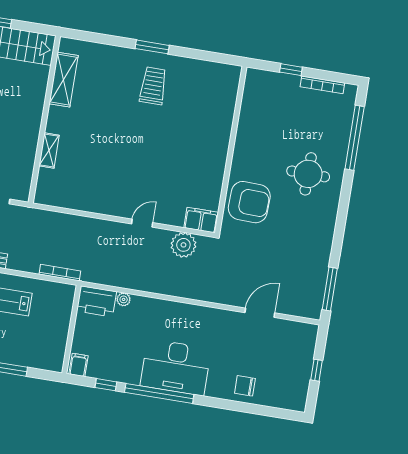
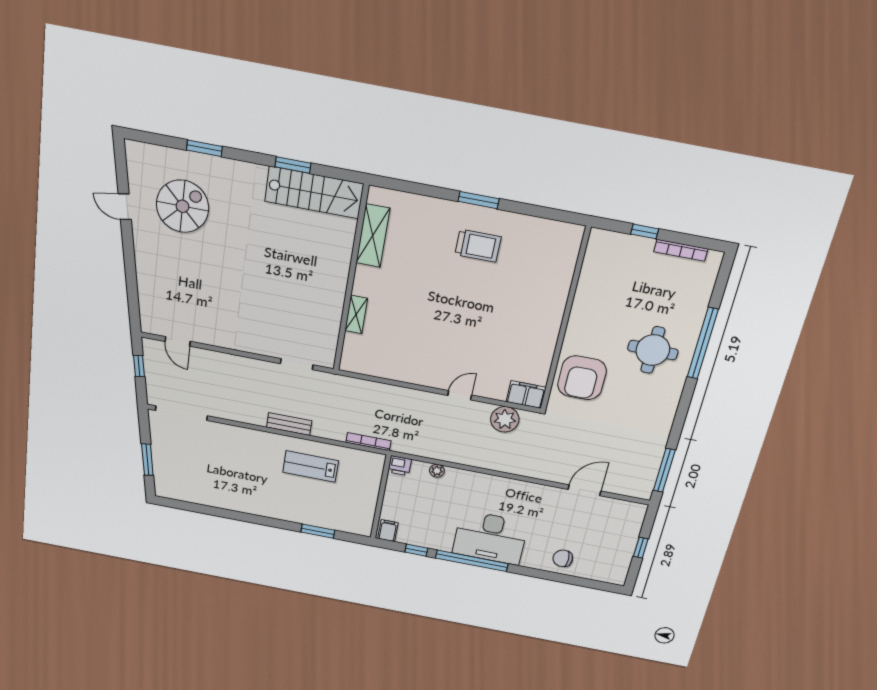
trolley: (153, 86) -> (478, 246), turned 90
window: (355, 138) -> (703, 343), moved
armchair: (249, 202) -> (582, 378), turned 88
printer: (97, 301) -> (400, 466), width x0.53, depth x0.68

